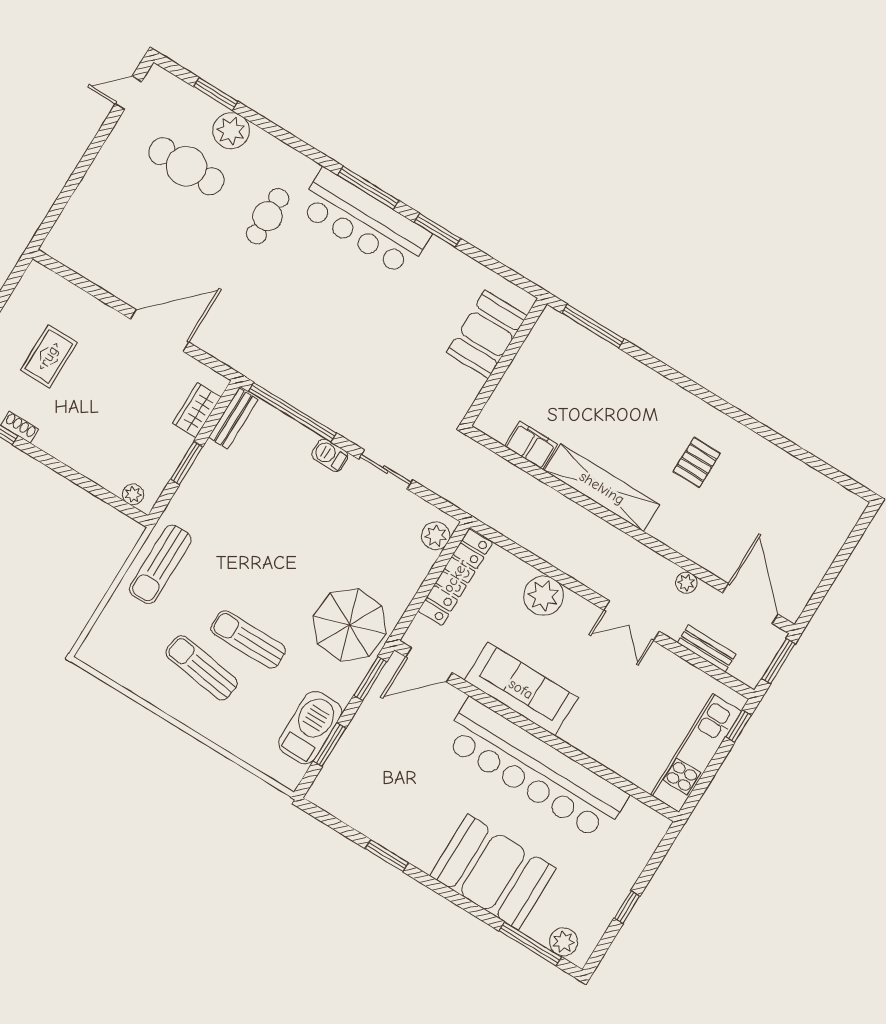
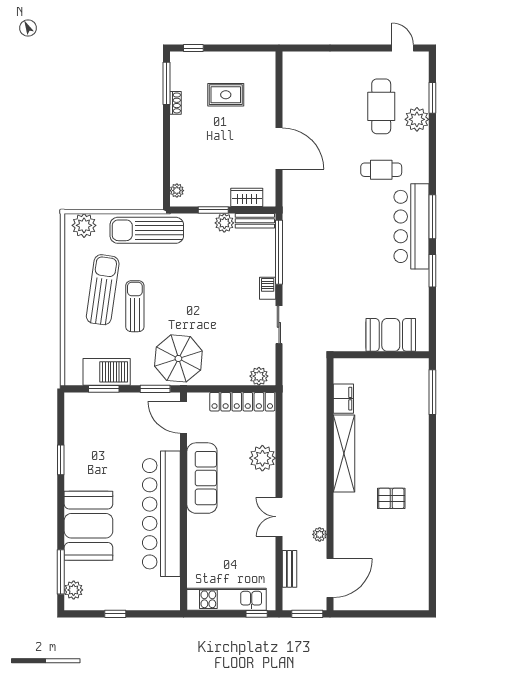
plant: (212, 459) -> (224, 223), added
sun lounger: (160, 564) -> (147, 230), width x1.36, depth x1.34
plant: (105, 641) -> (84, 225), added
sun lounger: (202, 668) -> (103, 290), width x1.36, depth x1.34

